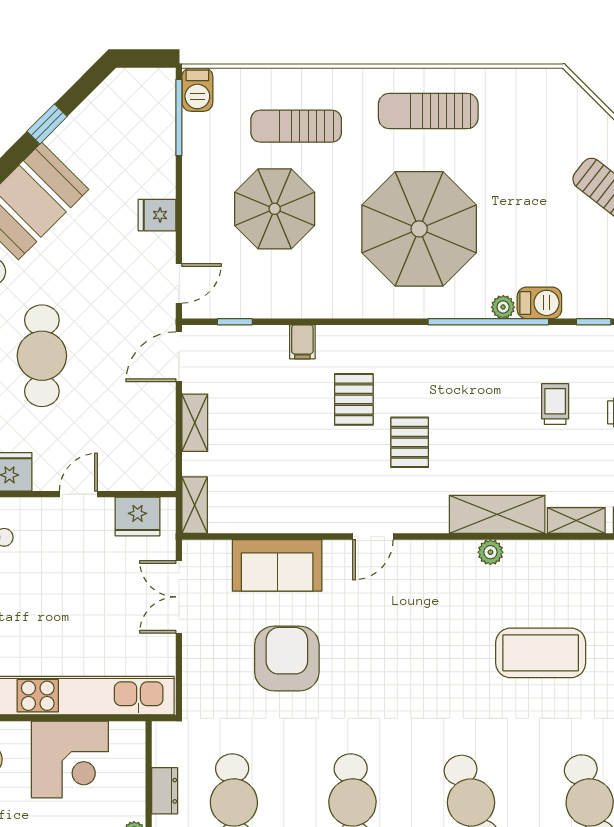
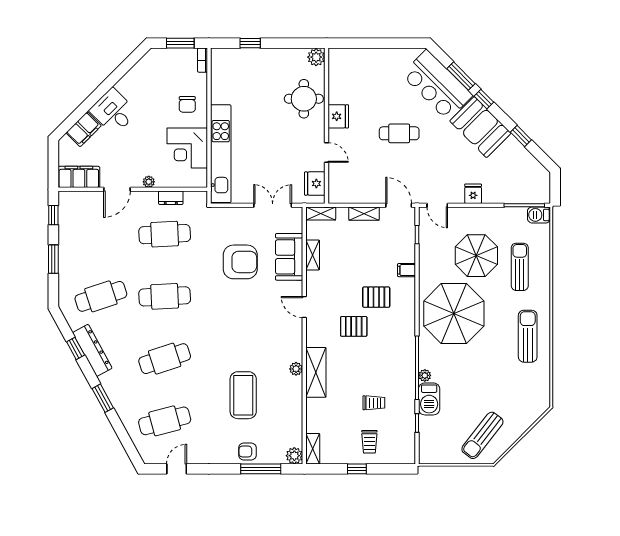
parasol: (419, 229) -> (454, 314), moved
barbecue: (539, 303) -> (429, 399), width x1.38, depth x1.27
cafe table: (42, 356) -> (399, 133), width x0.73, depth x0.74
shelving: (576, 521) -> (313, 255), moved

